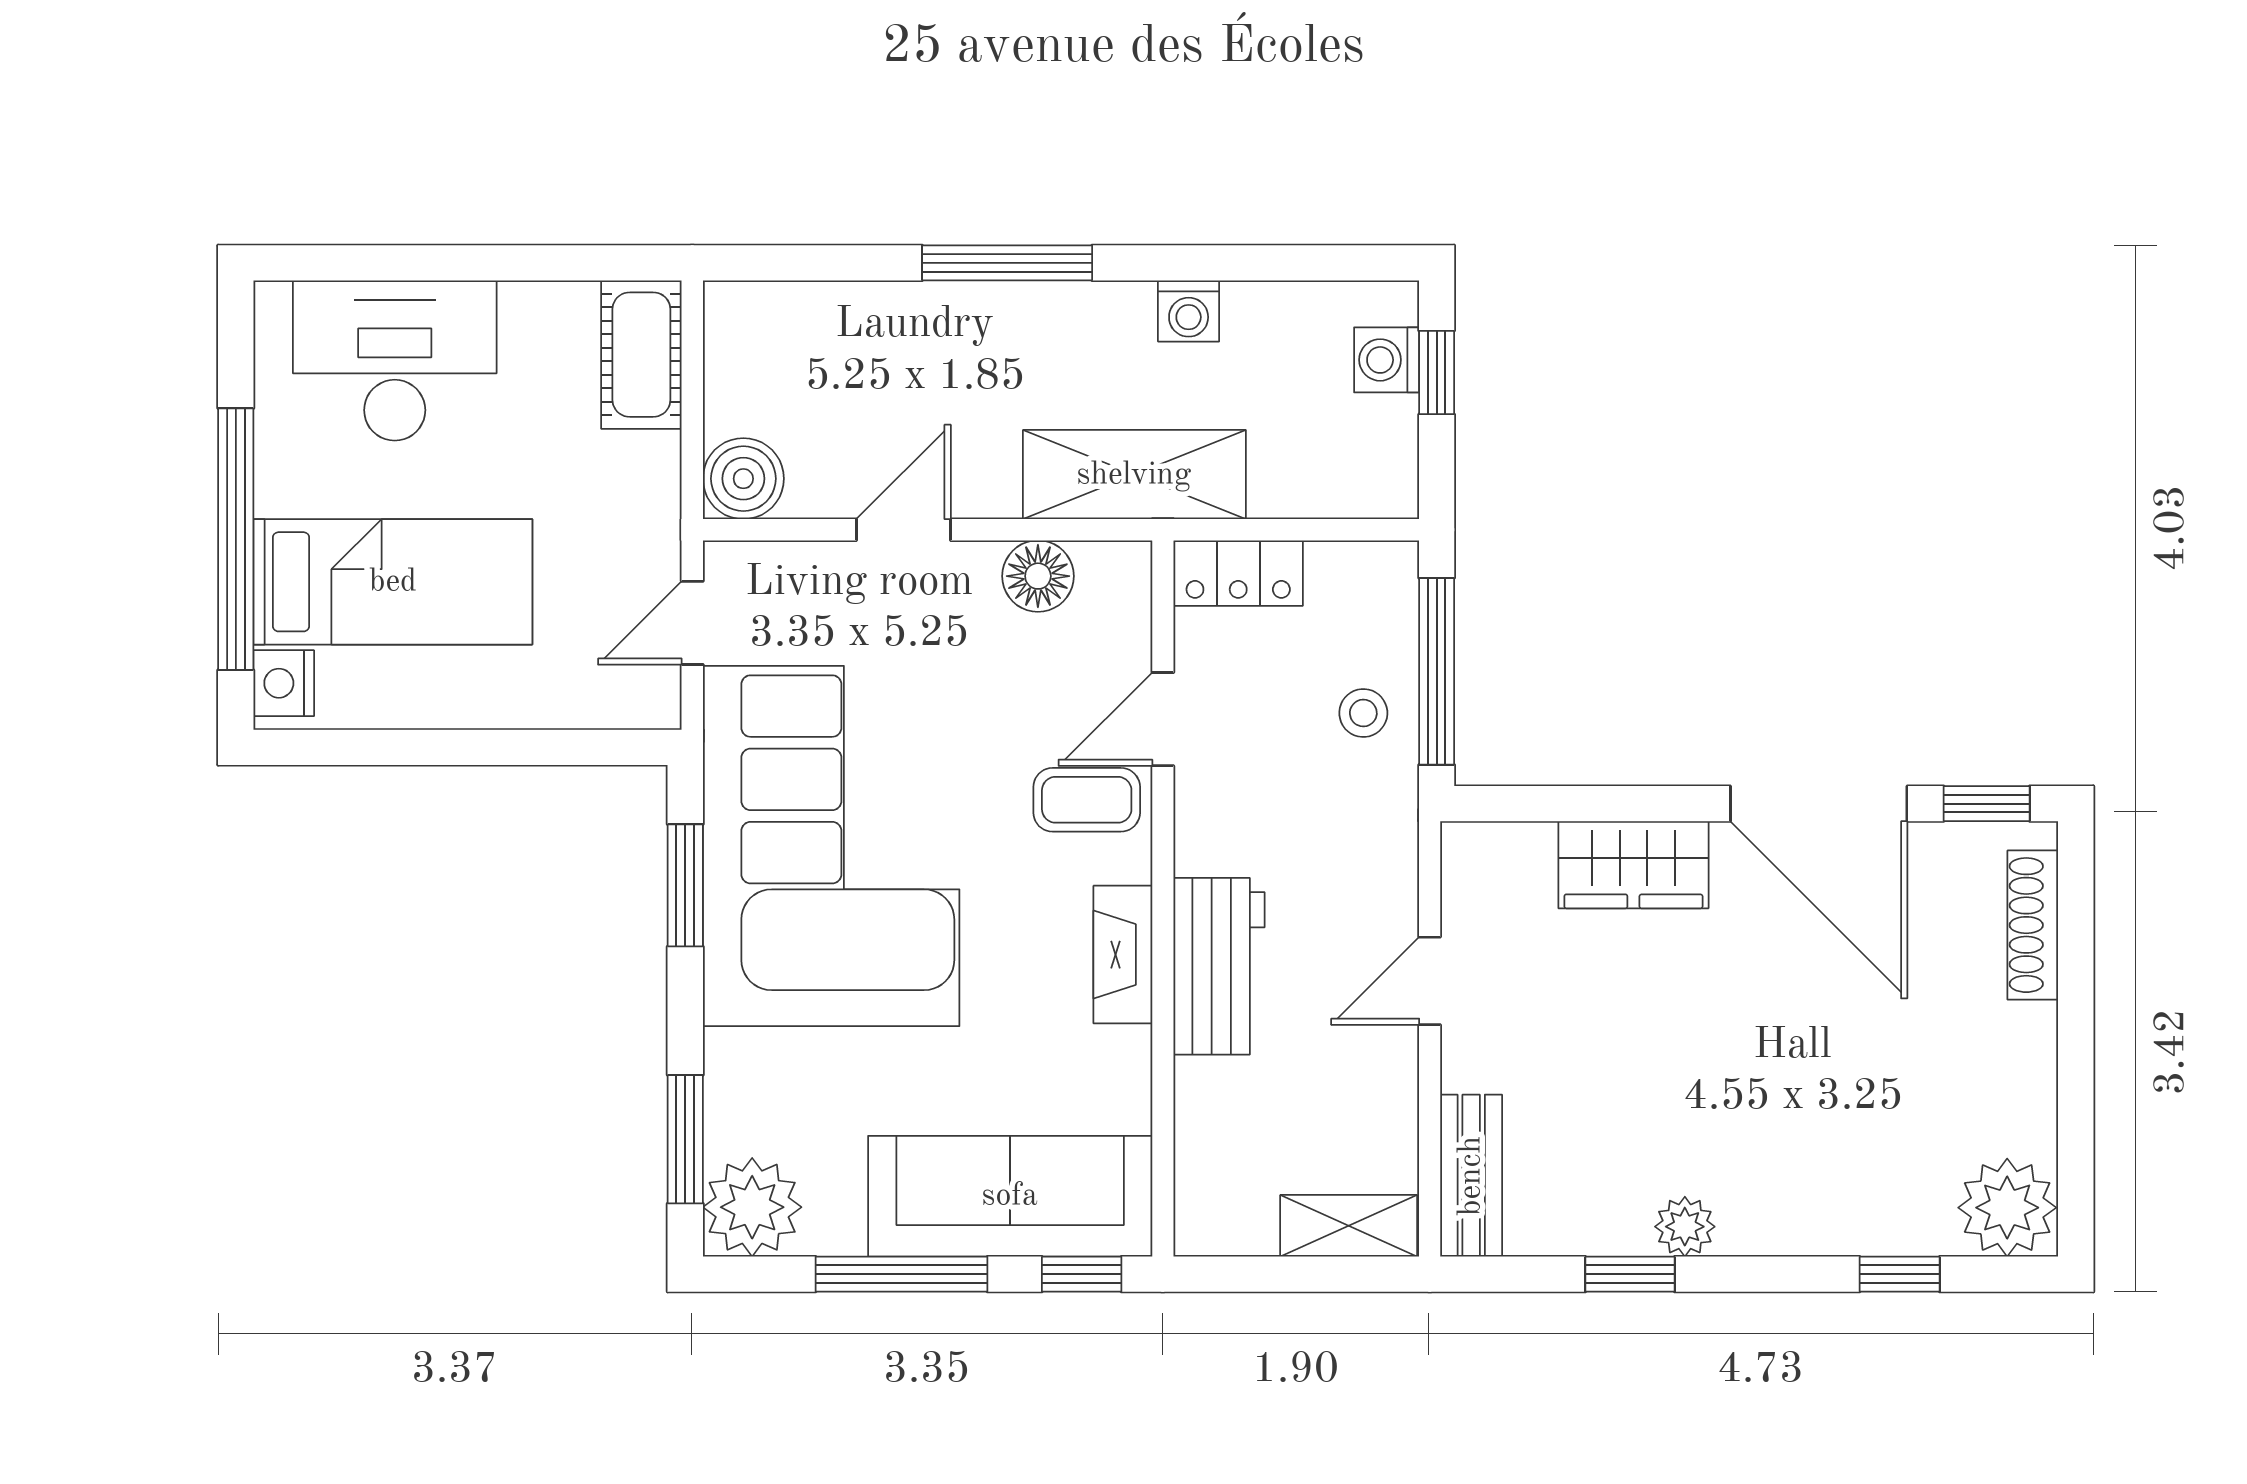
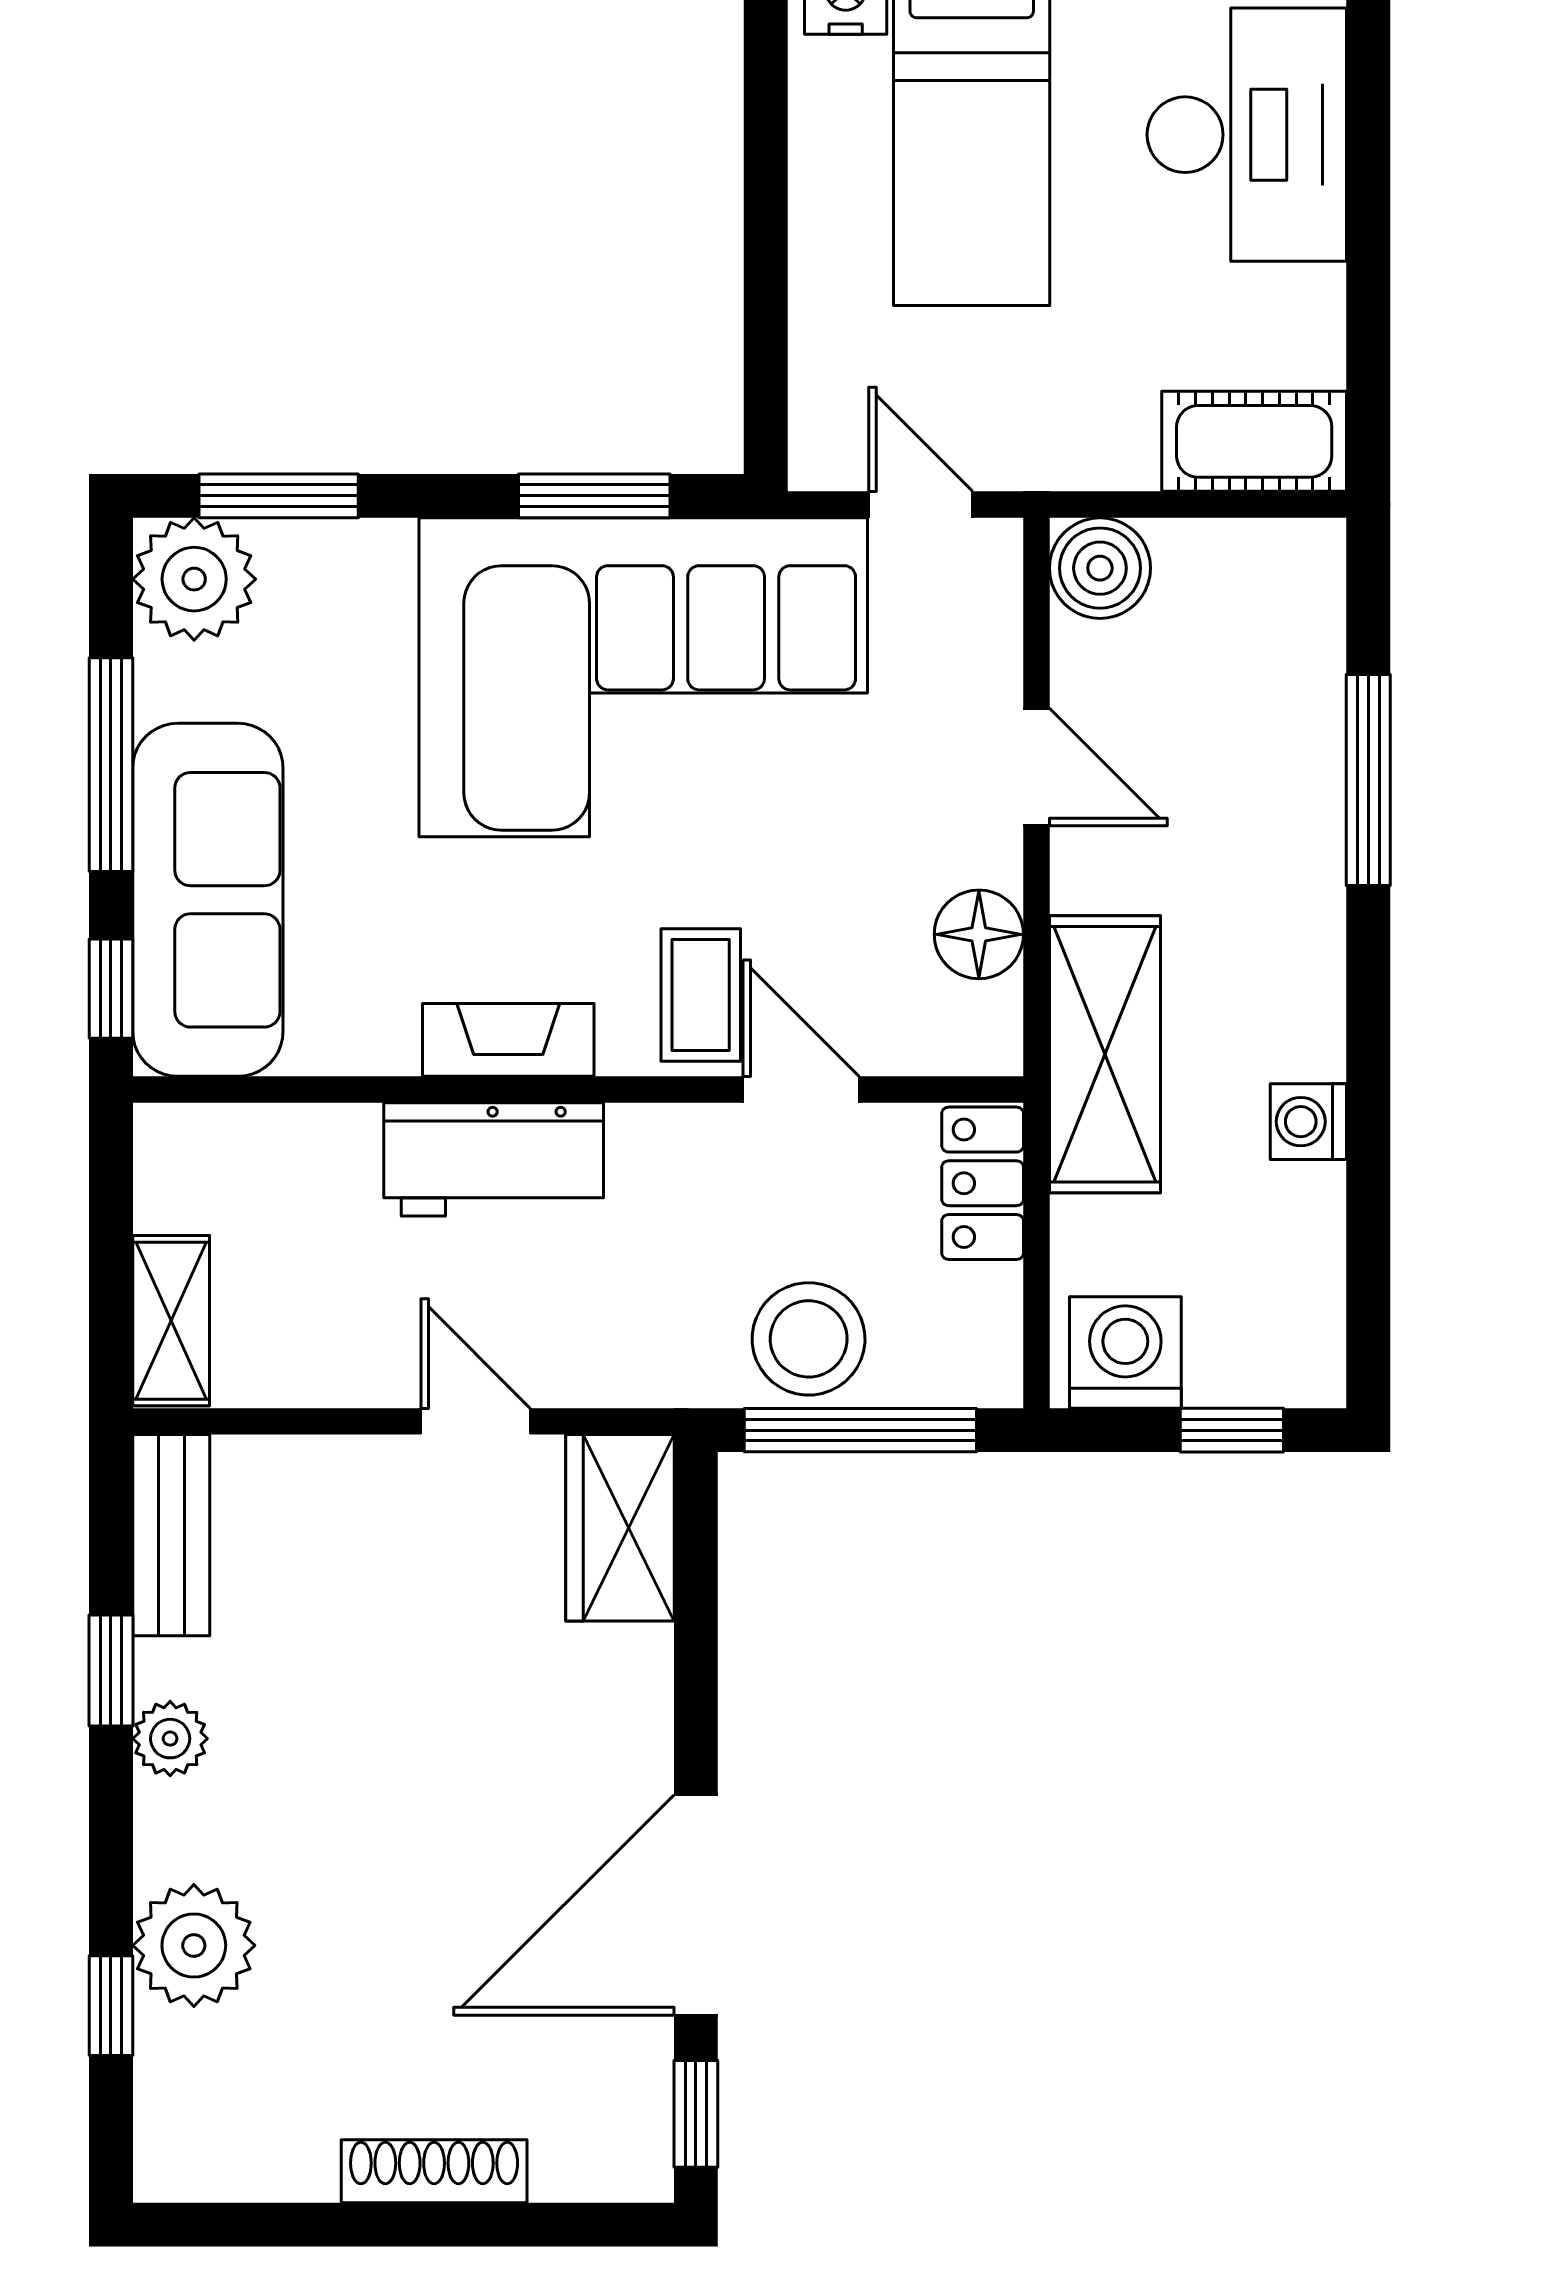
window: (1007, 263) -> (1368, 780), moved
washing machine: (1387, 360) -> (1125, 1352), moved, width x1.38, depth x1.38
stool: (1363, 713) -> (809, 1339), width x1.89, depth x1.89
wardrobe: (1633, 865) -> (620, 1528), moved
shoe rack: (2033, 925) -> (434, 2171), moved
bench: (1471, 1176) -> (171, 1535), moved, turned 90
plant: (2007, 1208) -> (194, 1945), moved

